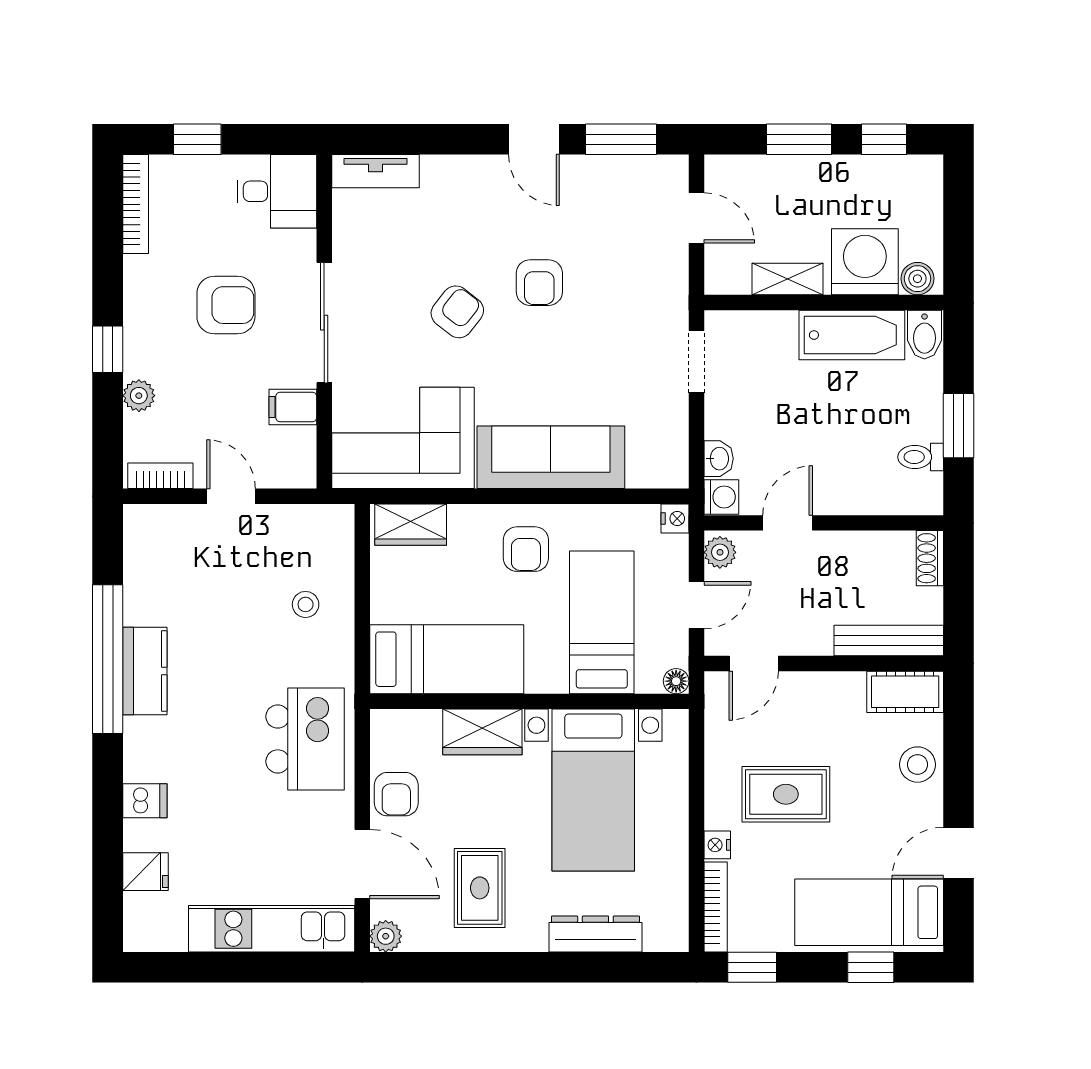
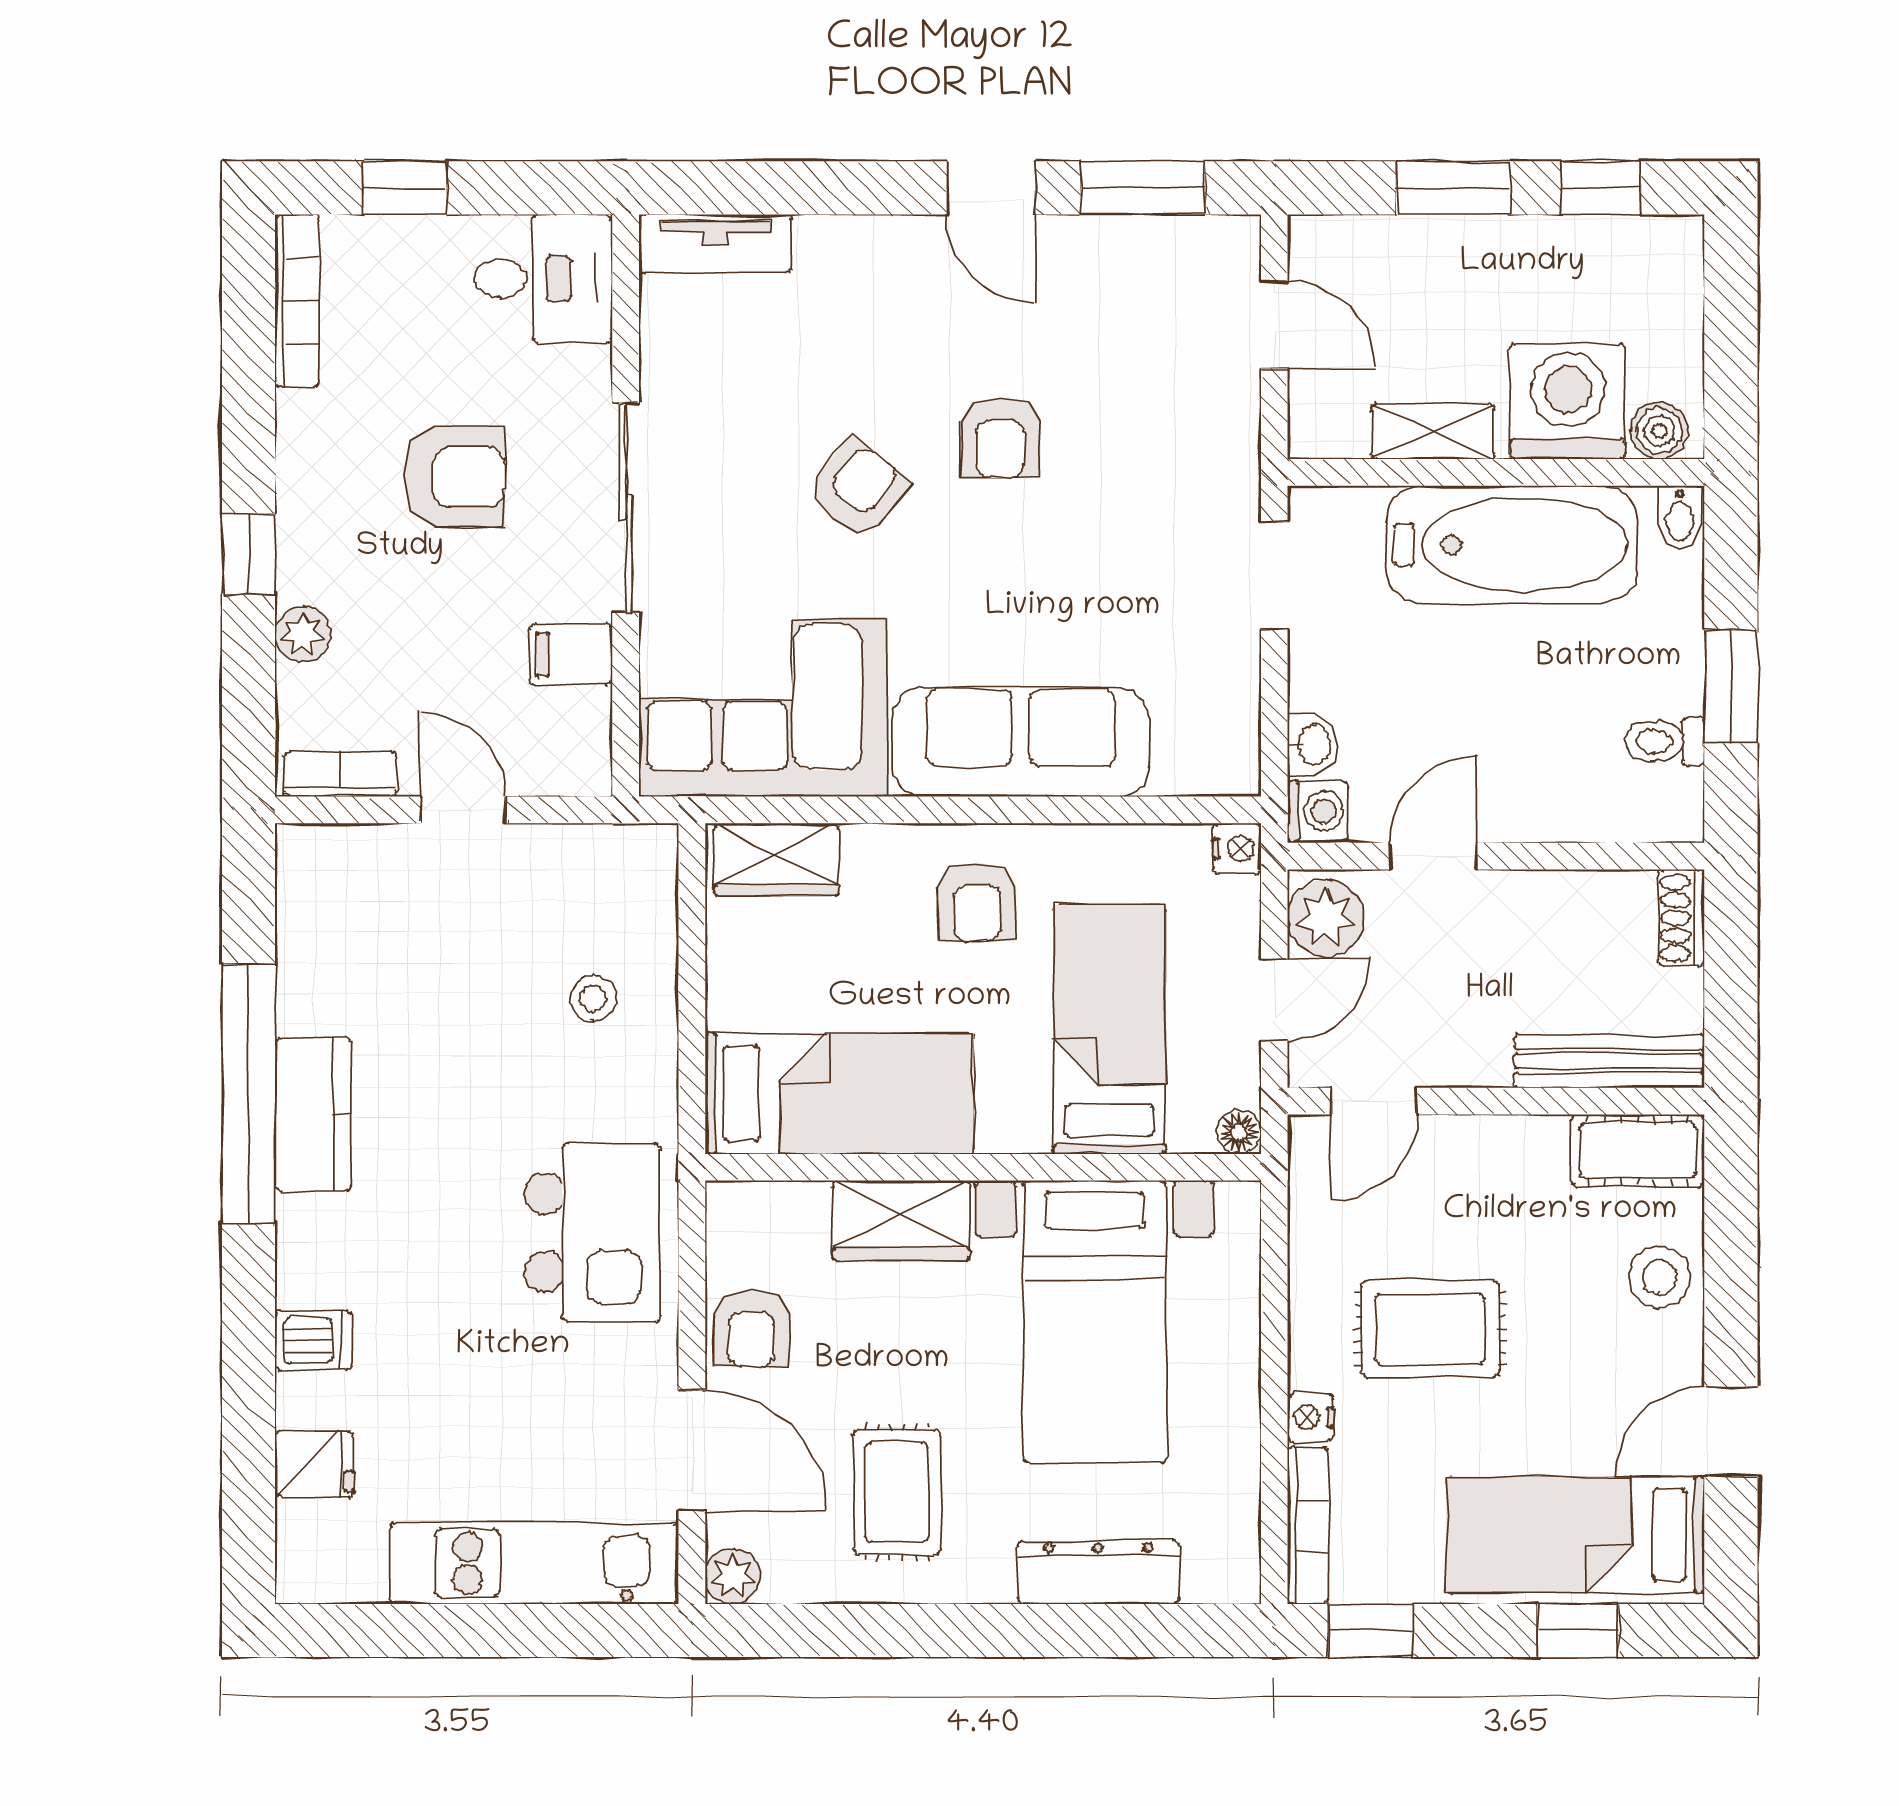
bathtub: (852, 335) -> (1512, 545), width x1.36, depth x1.36
bidet: (924, 335) -> (1680, 517), width x0.72, depth x0.74
plant: (720, 552) -> (1326, 918), width x1.38, depth x1.38

